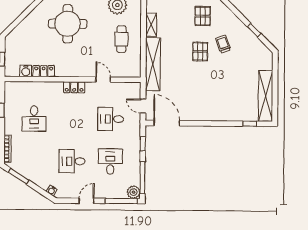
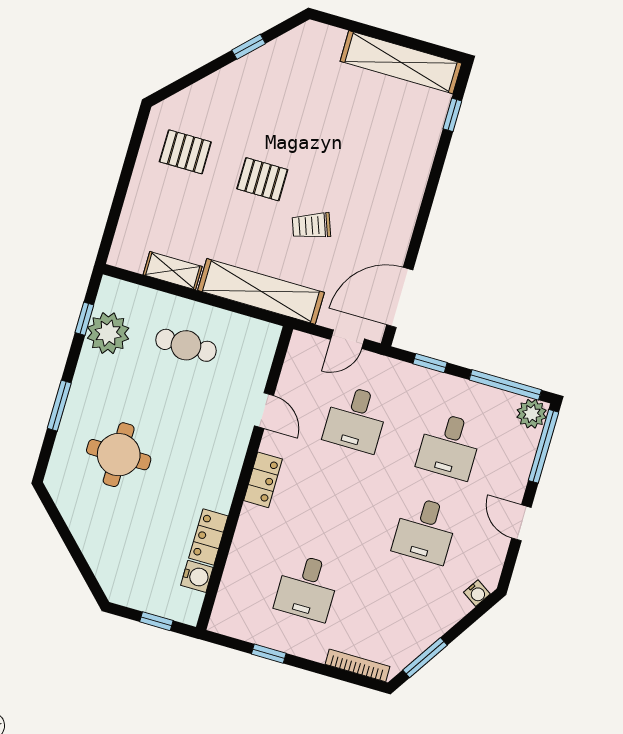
round table: (68, 24) -> (119, 455), width x0.73, depth x0.73
trolley: (223, 44) -> (311, 226), moved
door: (103, 80) -> (264, 411), swing flipped
desk: (34, 119) -> (307, 588), turned 90
desk: (110, 161) -> (449, 446), turned -90

